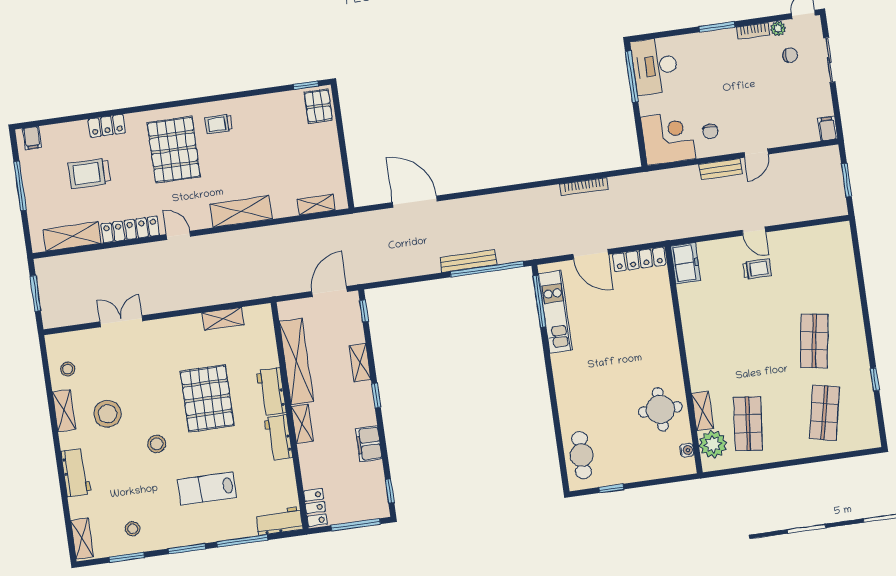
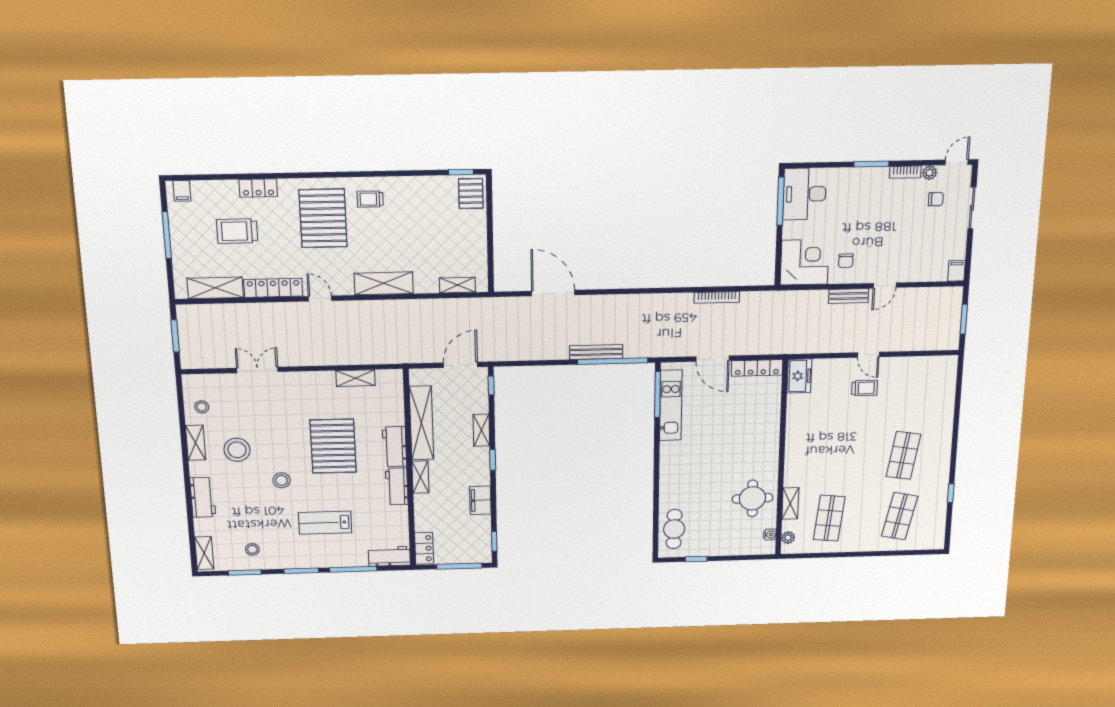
plant: (713, 444) -> (788, 538), width x0.53, depth x0.53

